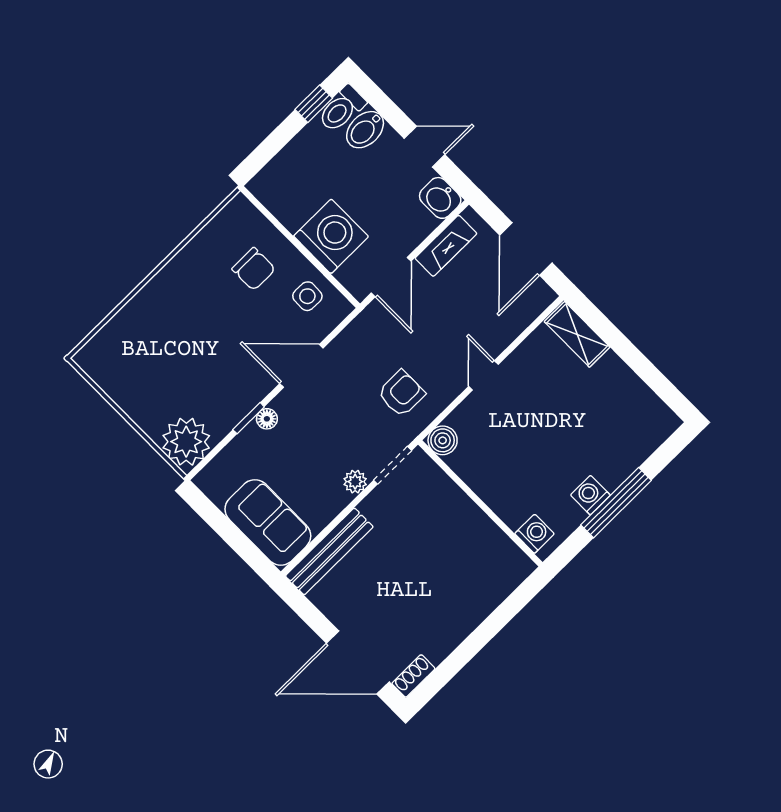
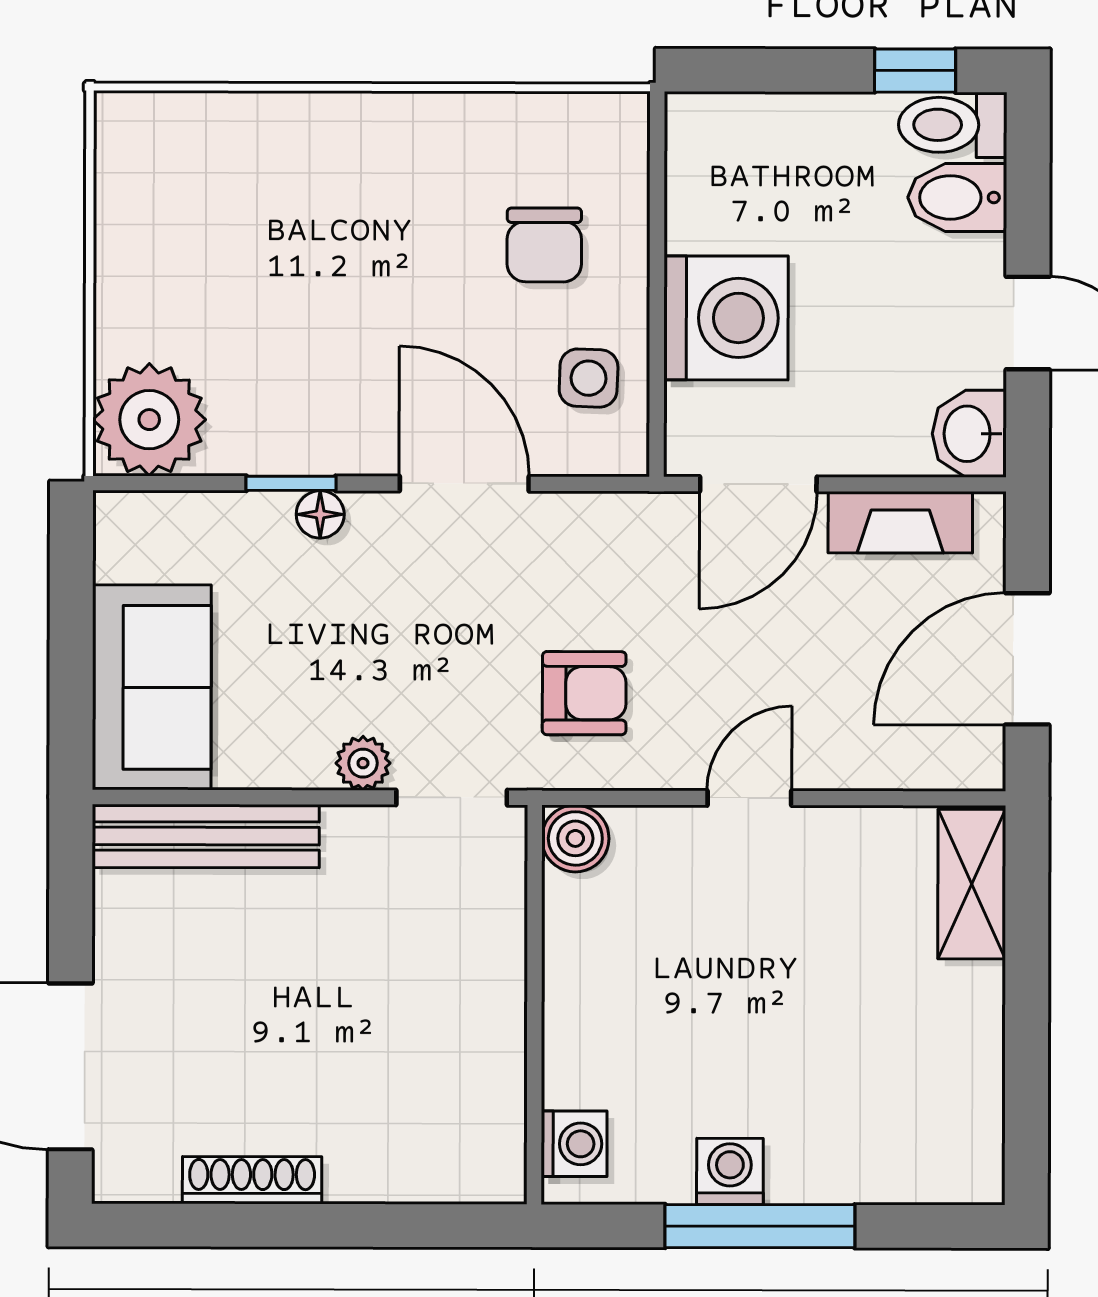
shoe rack: (413, 676) -> (252, 1180), moved, width x1.43

